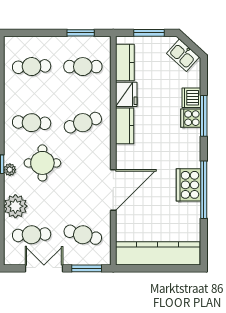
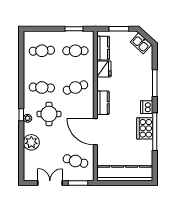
dishwasher: (191, 98) -> (147, 107), moved
cooker: (191, 118) -> (146, 85), removed
kitchen counter: (125, 126) -> (103, 103), moved
door: (113, 190) -> (95, 132), swing flipped
cafe table: (32, 235) -> (42, 161), removed

